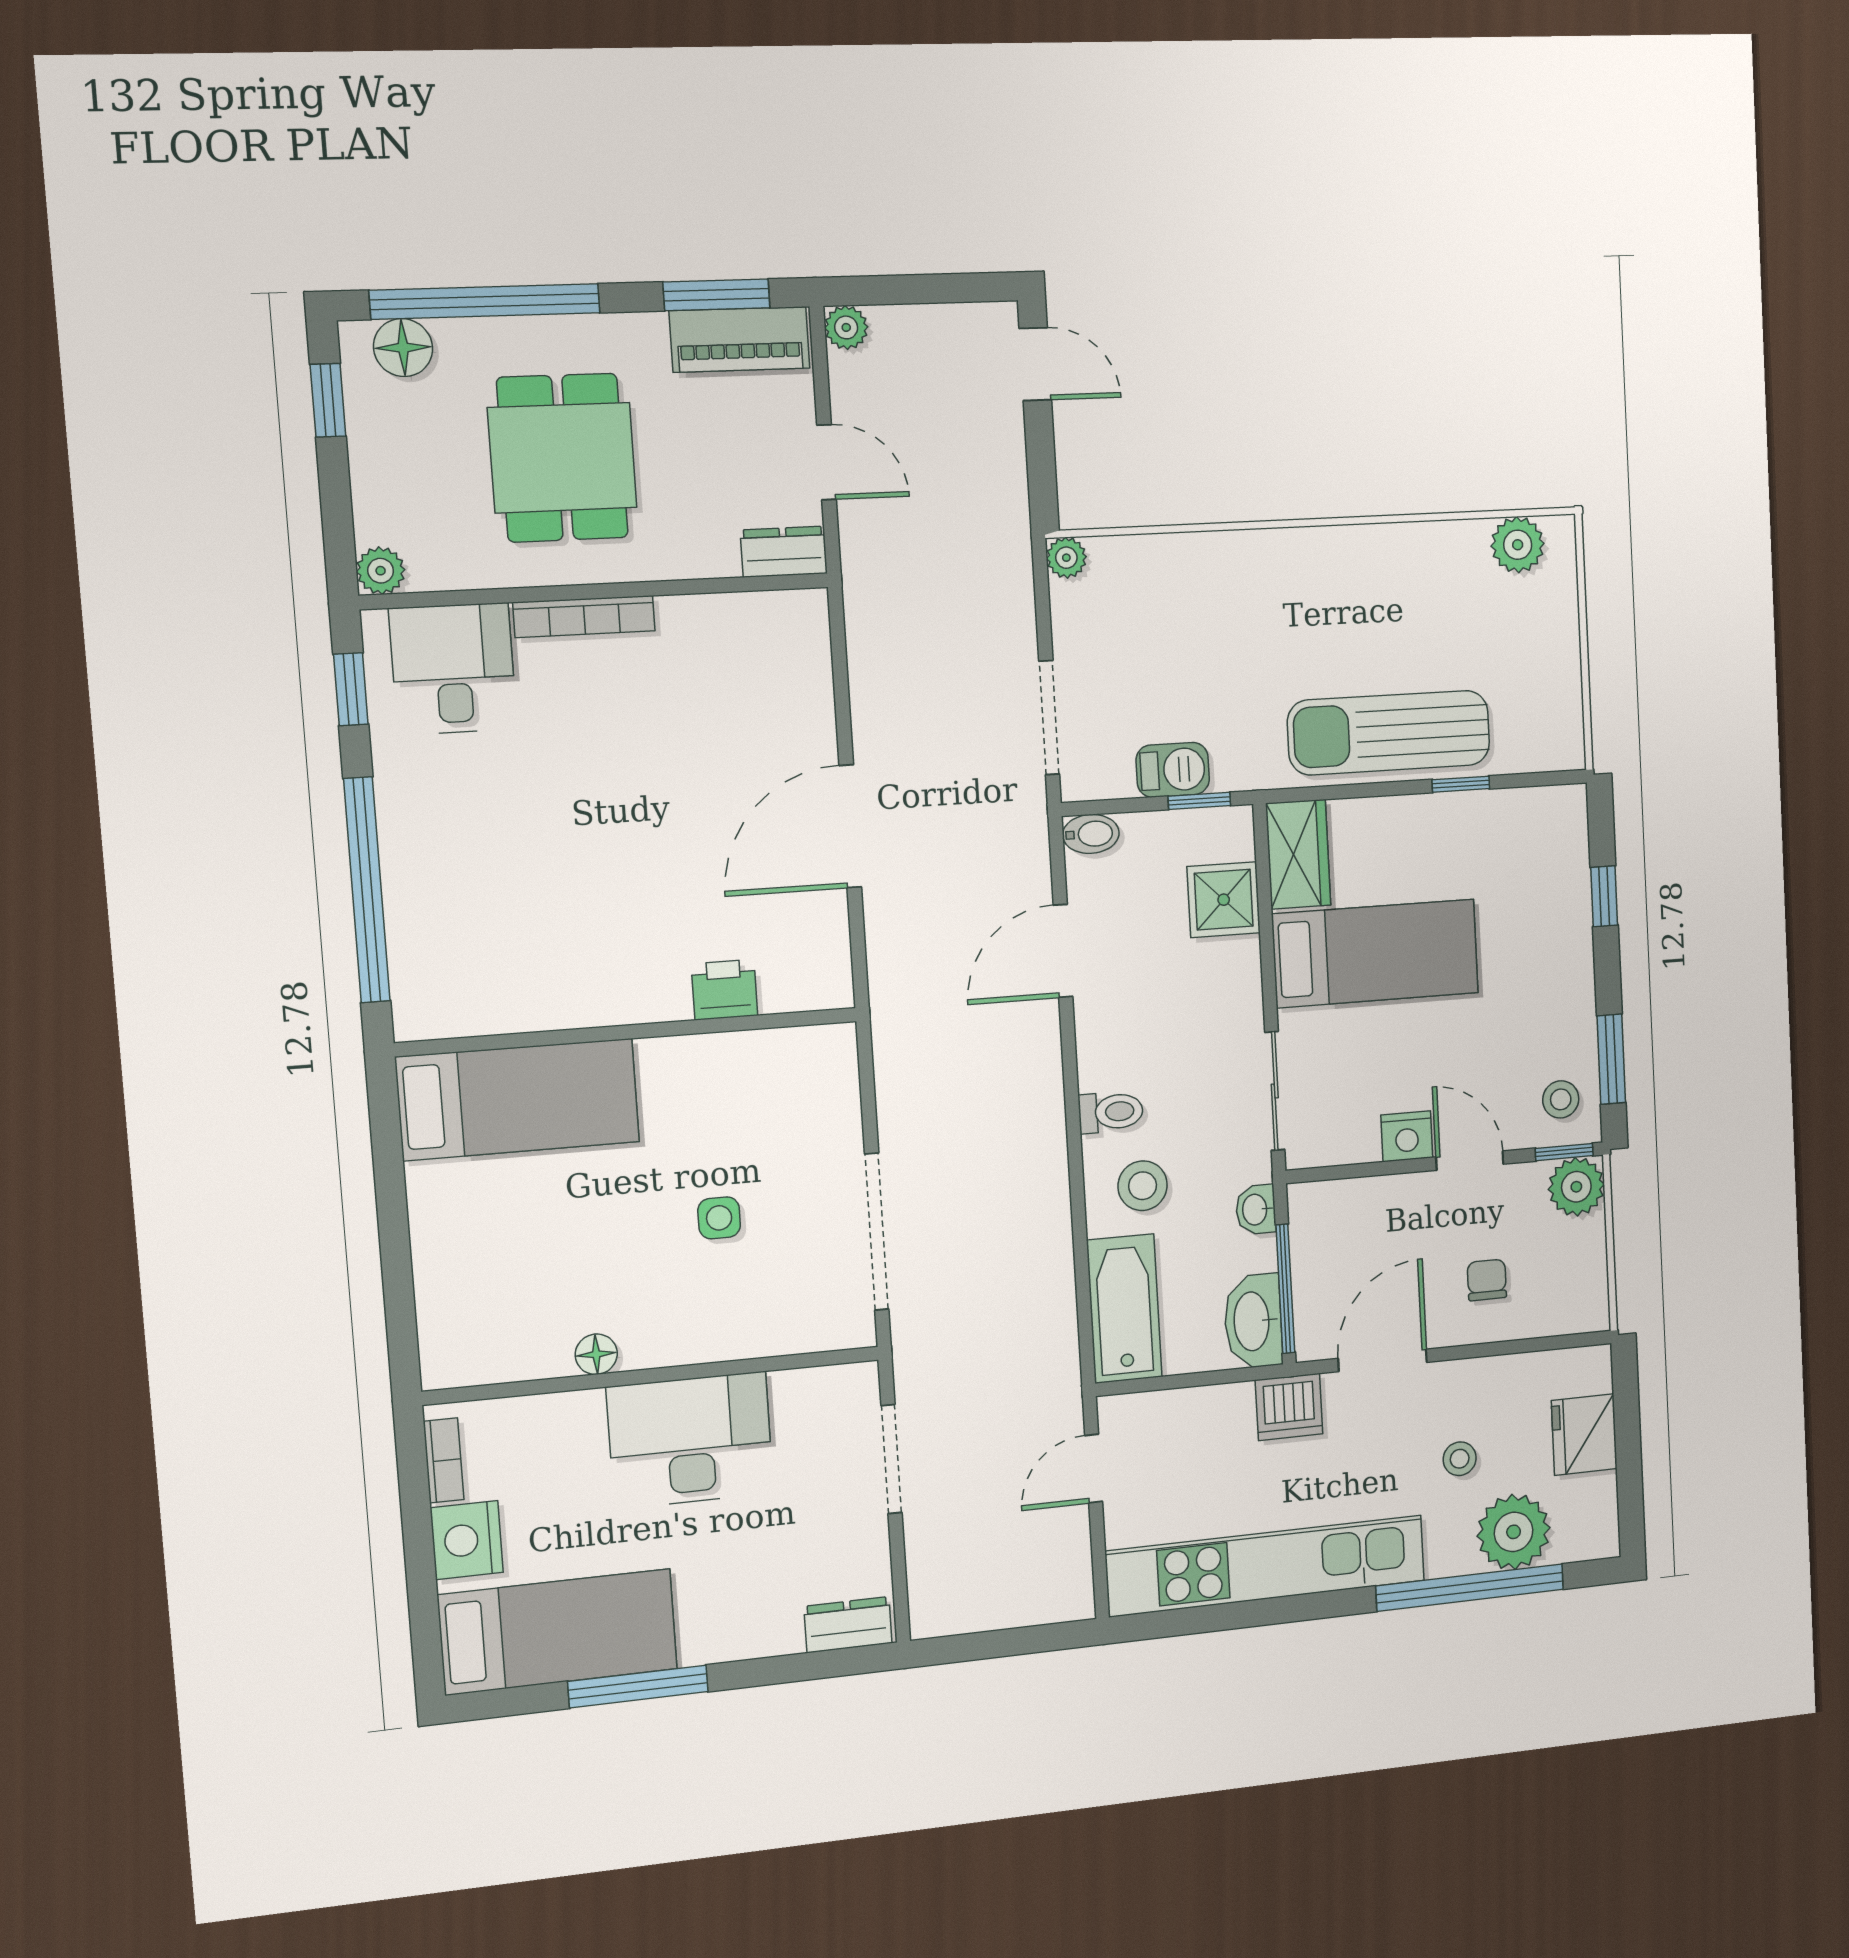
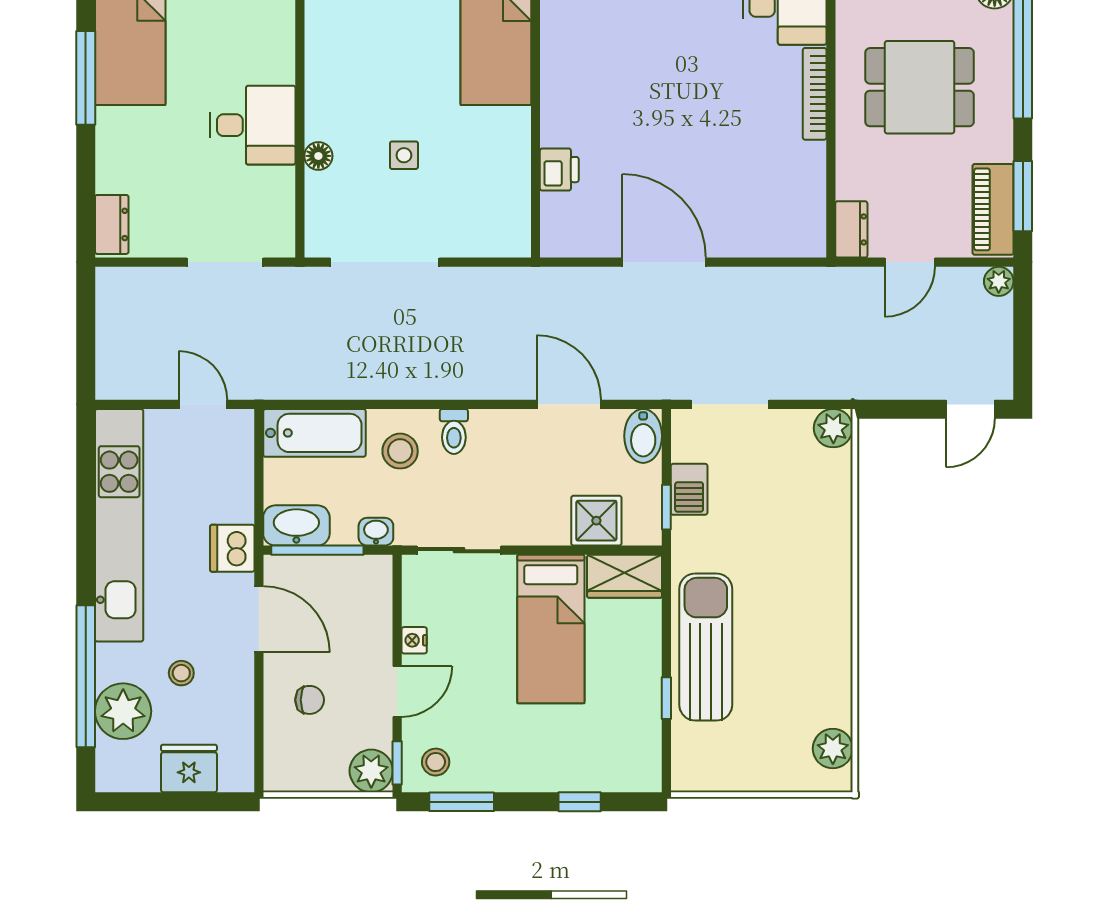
plant: (1066, 558) -> (833, 428), width x1.38, depth x1.38
bidet: (1091, 834) -> (643, 436), width x1.38, depth x1.36
nightstand: (1407, 1136) -> (414, 640), width x0.72, depth x0.74
floor lamp: (596, 1354) -> (318, 156), moved
desk: (690, 1440) -> (253, 125), width x0.73

